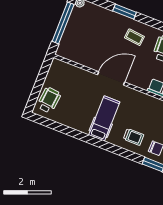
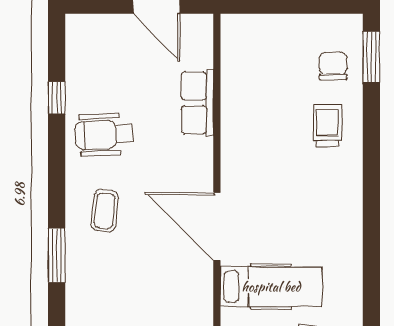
hospital bed: (104, 119) -> (271, 287), moved, turned 180

